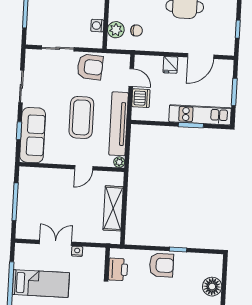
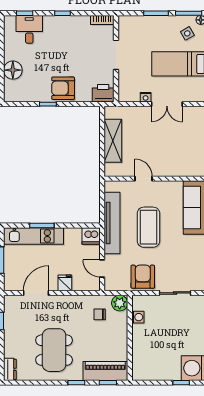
plant: (116, 30) -> (120, 303), moved
armchair: (90, 67) -> (143, 277), turned 86
dishwasher: (141, 98) -> (91, 236), moved, turned -90
plant: (119, 162) -> (109, 186), removed
door: (84, 168) -> (144, 179), hinge flipped
printer: (118, 269) -> (103, 93), moved, turned 90

